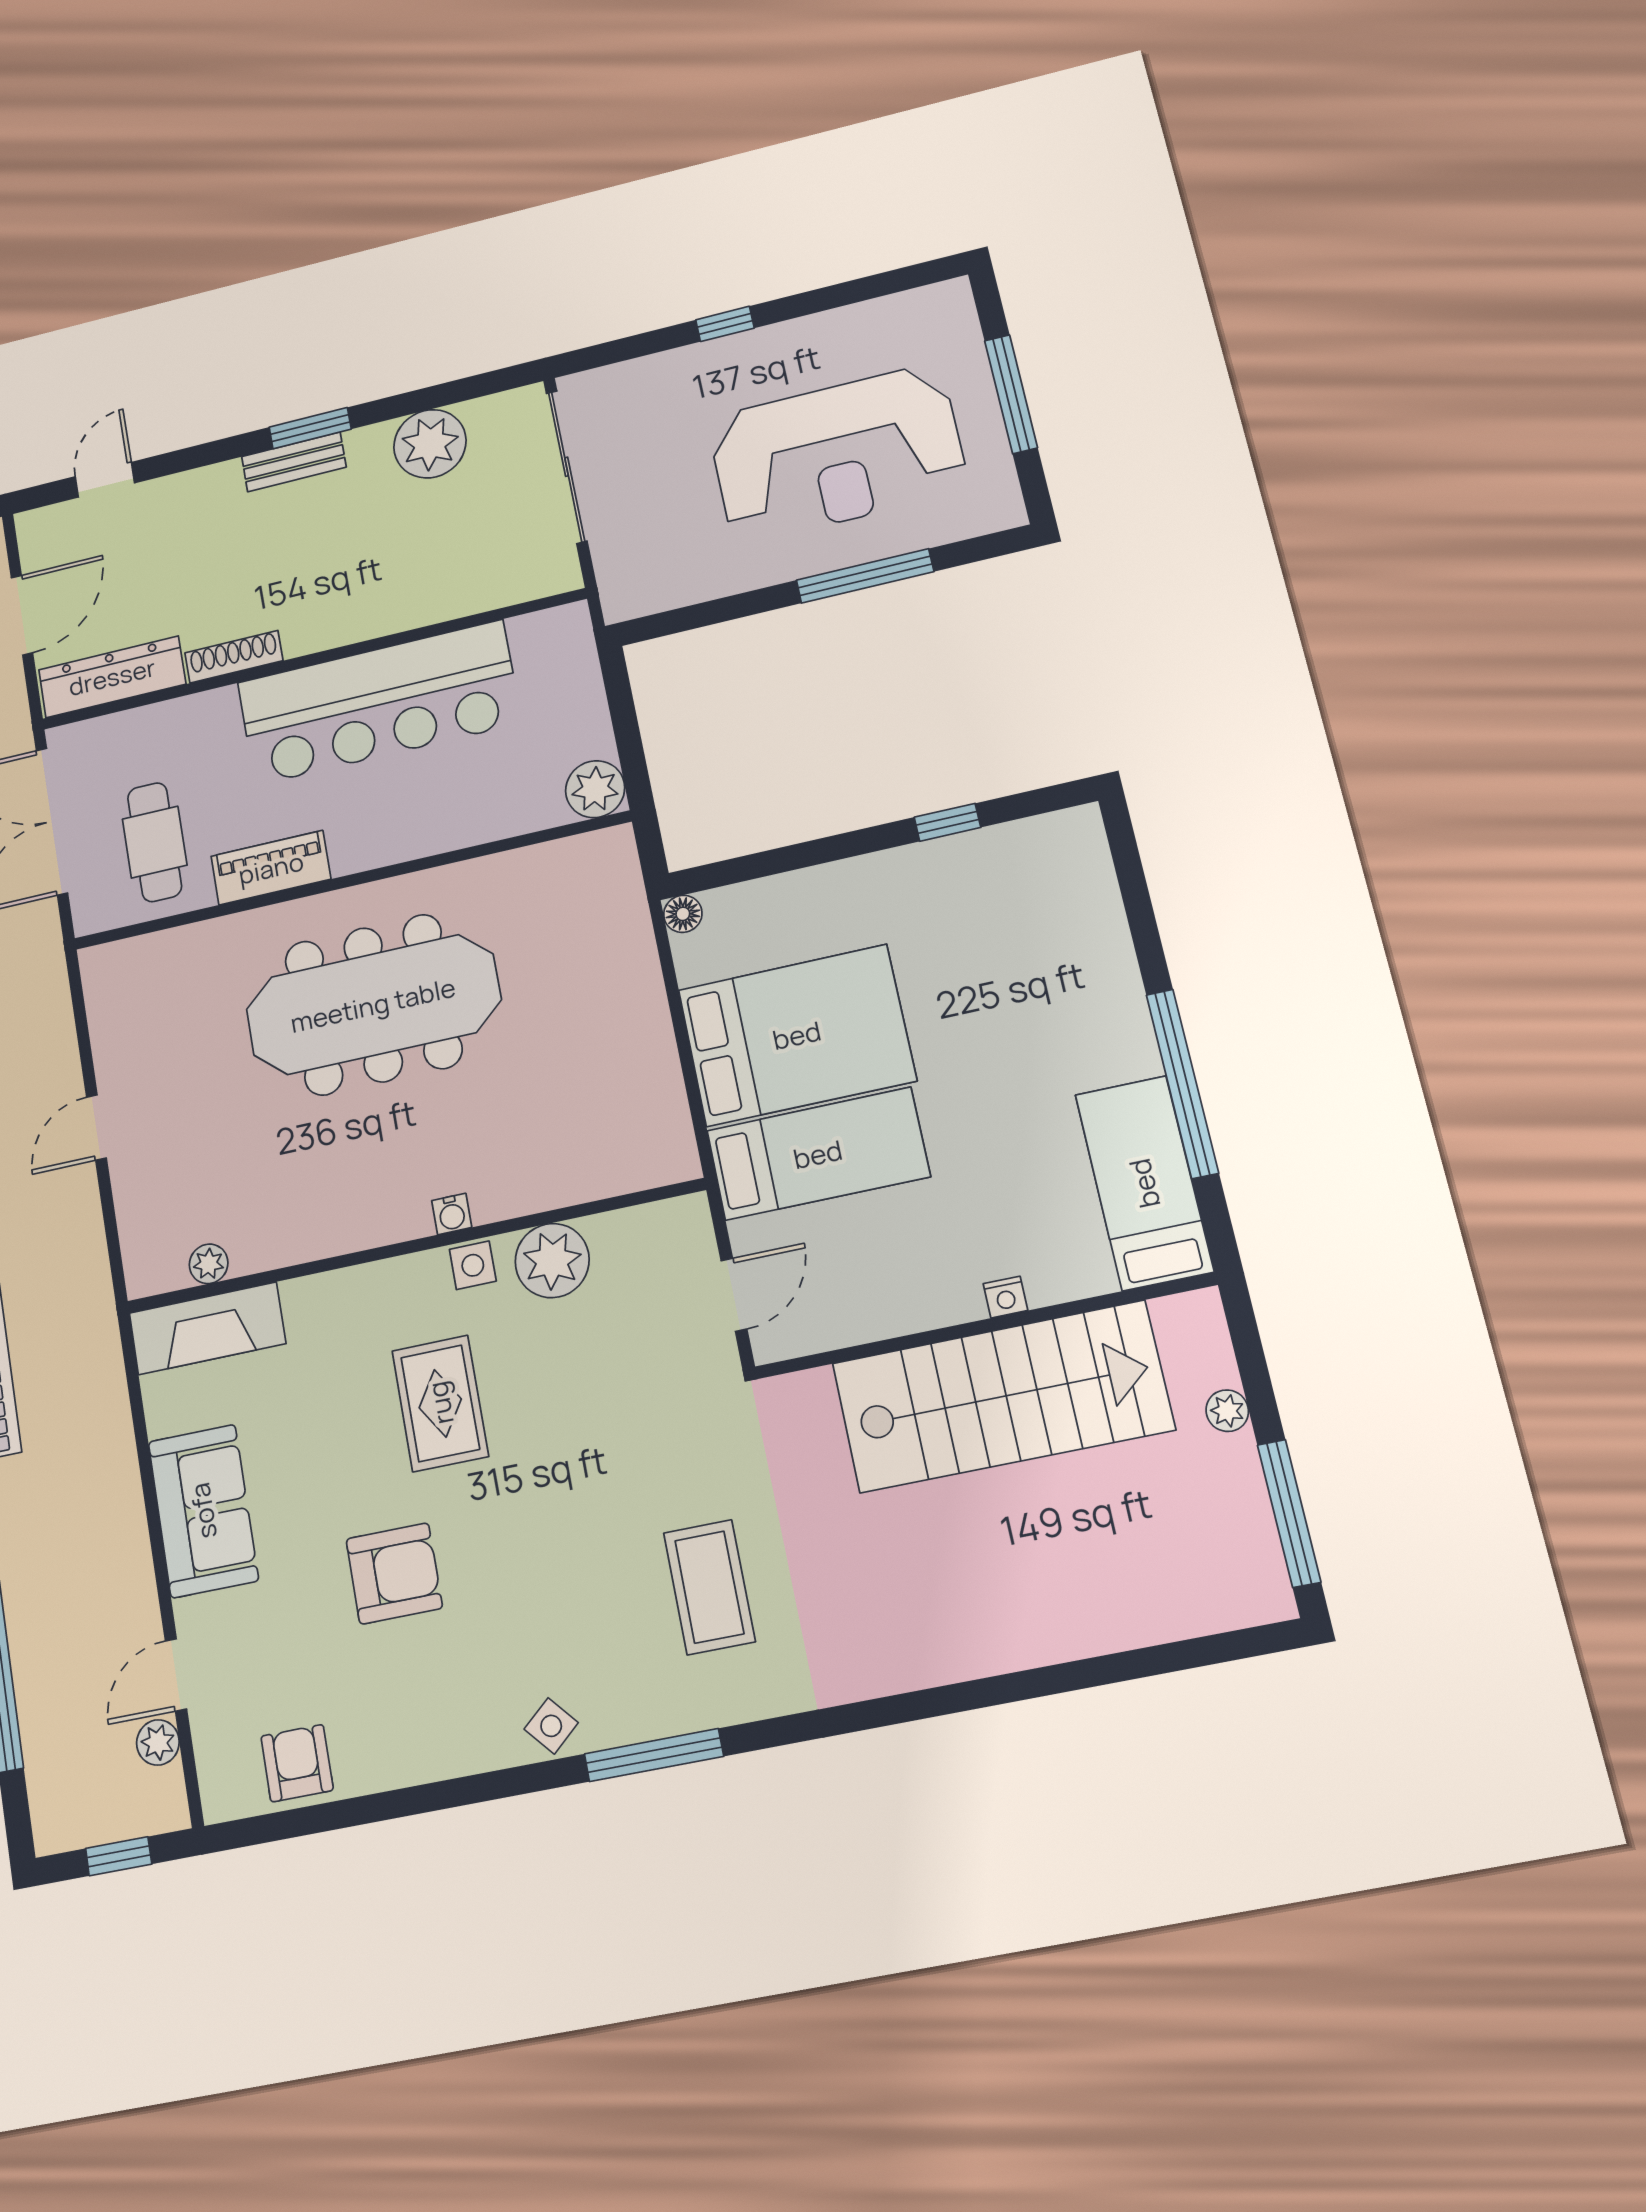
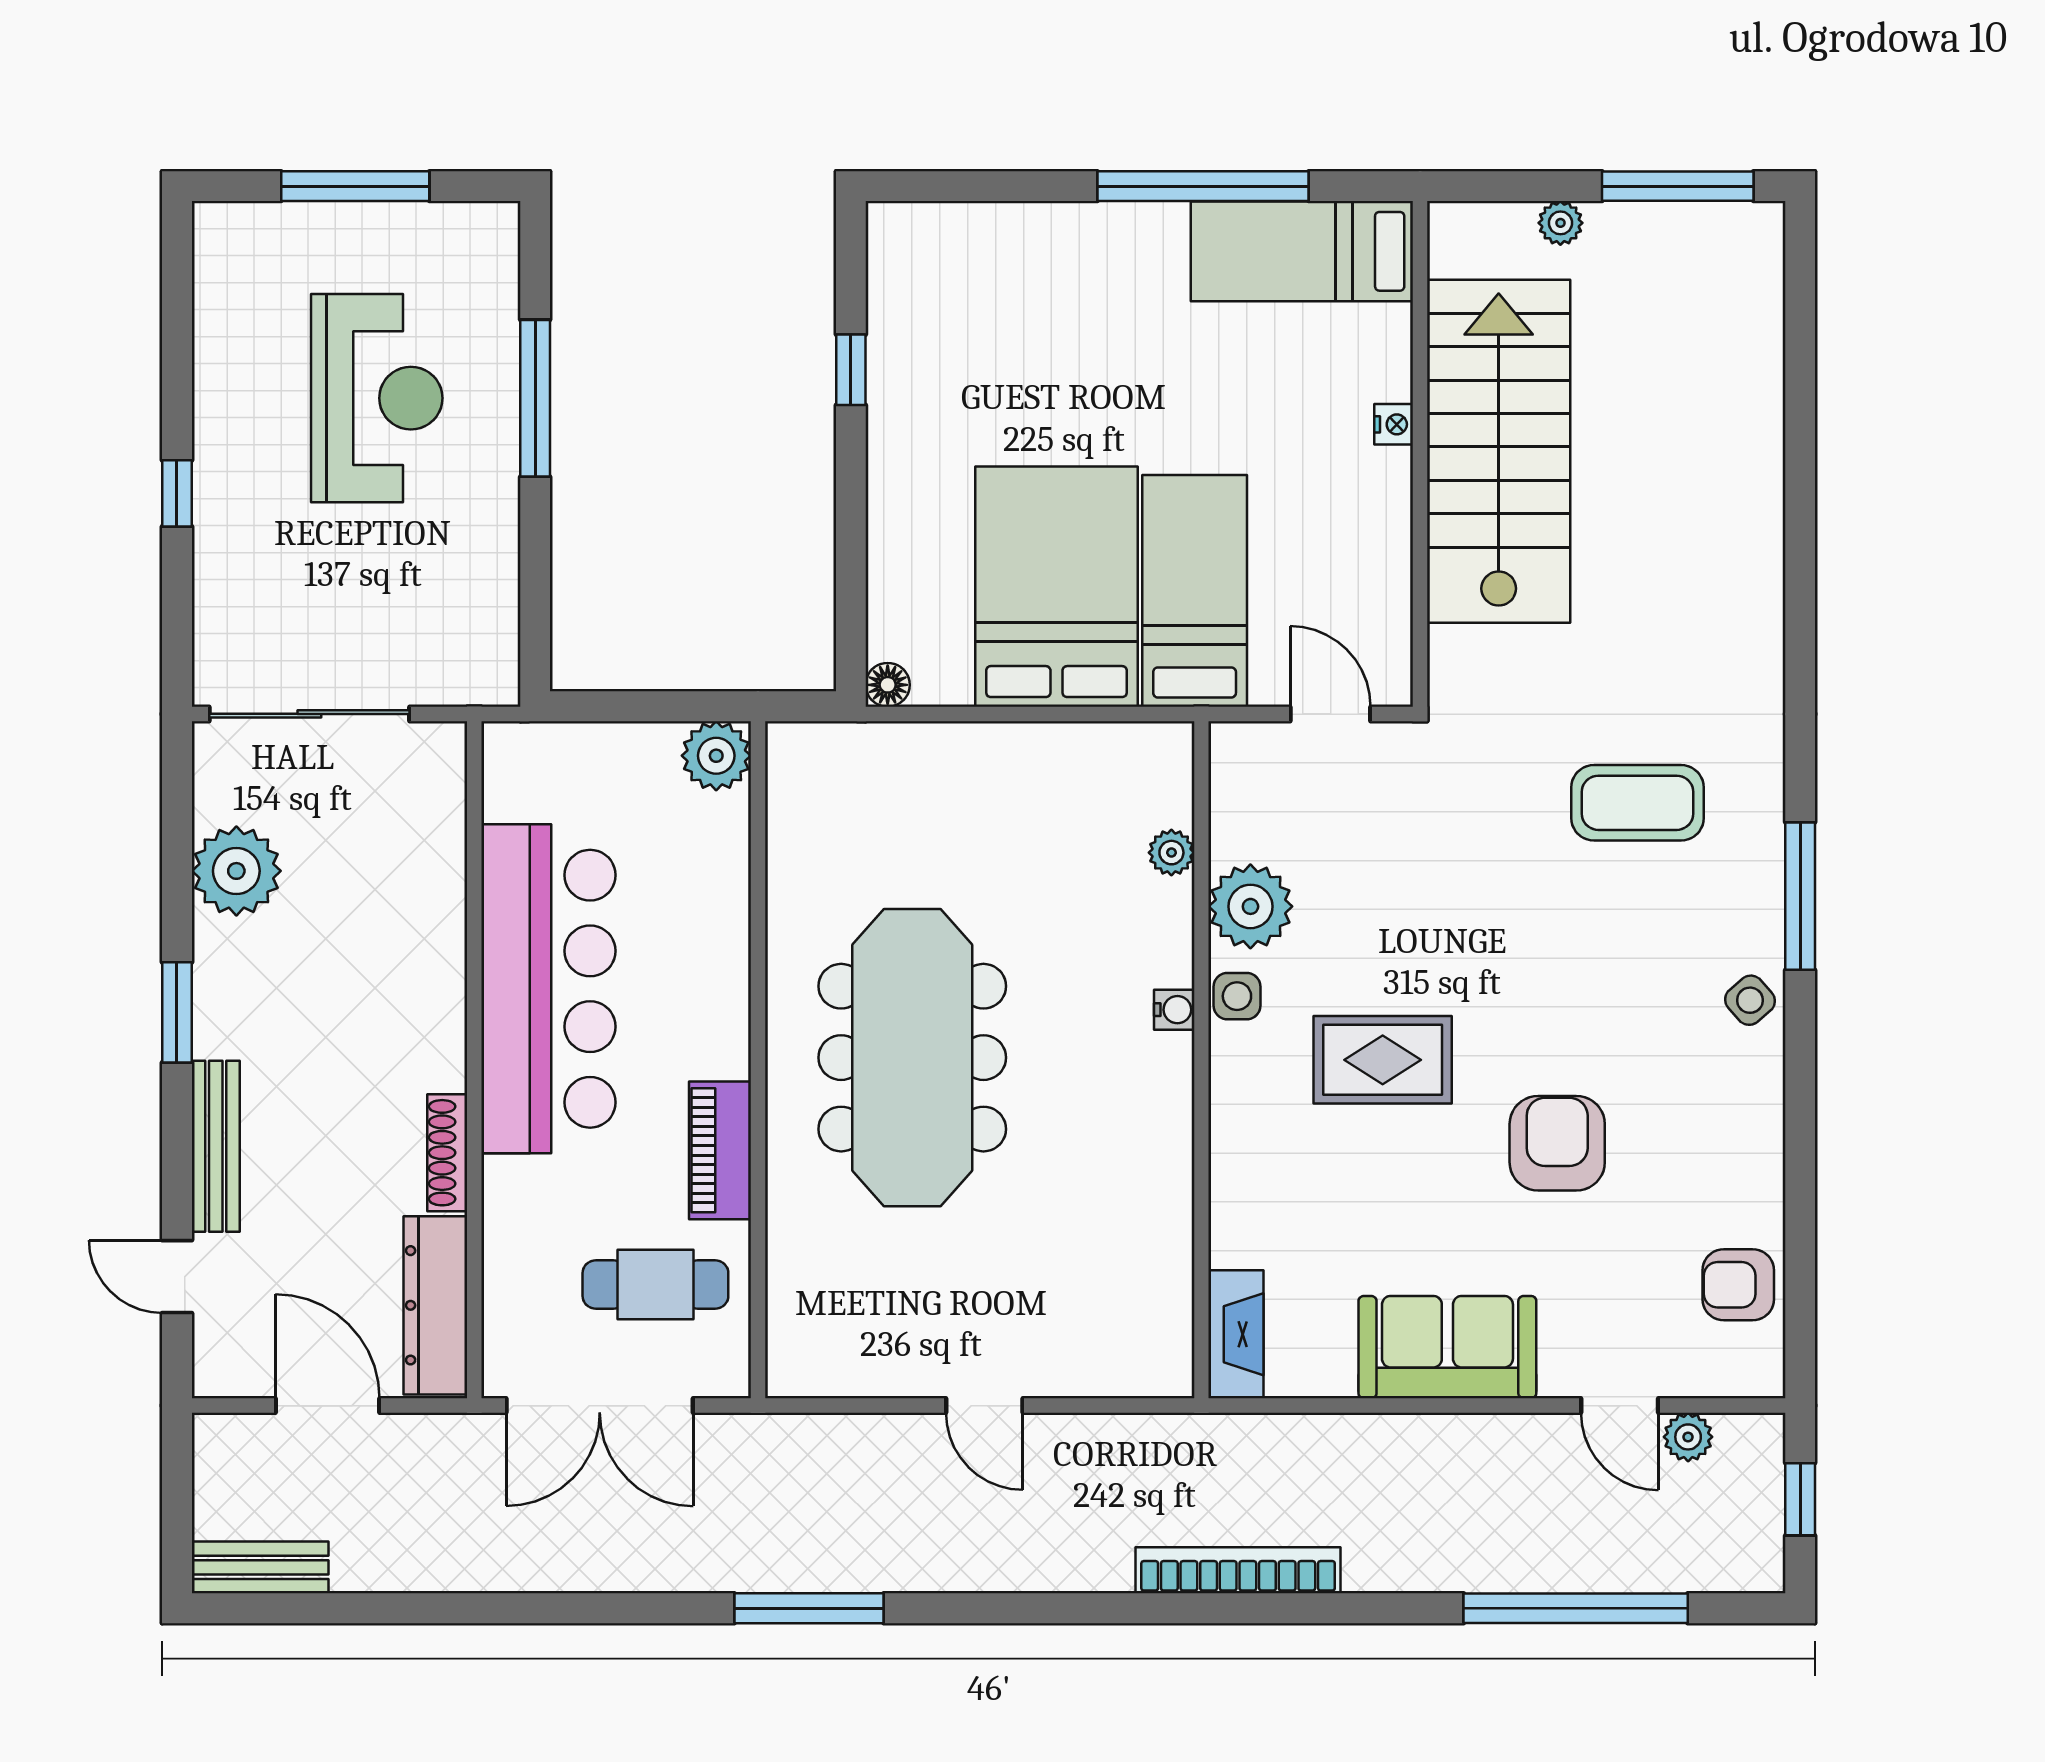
reception desk: (837, 454) -> (377, 398), width x0.74, depth x0.77
bench: (294, 462) -> (216, 1146), moved, width x1.36
plant: (209, 1264) -> (1171, 853), moved
fireplace: (207, 1328) -> (1236, 1334), width x0.73, depth x0.76

